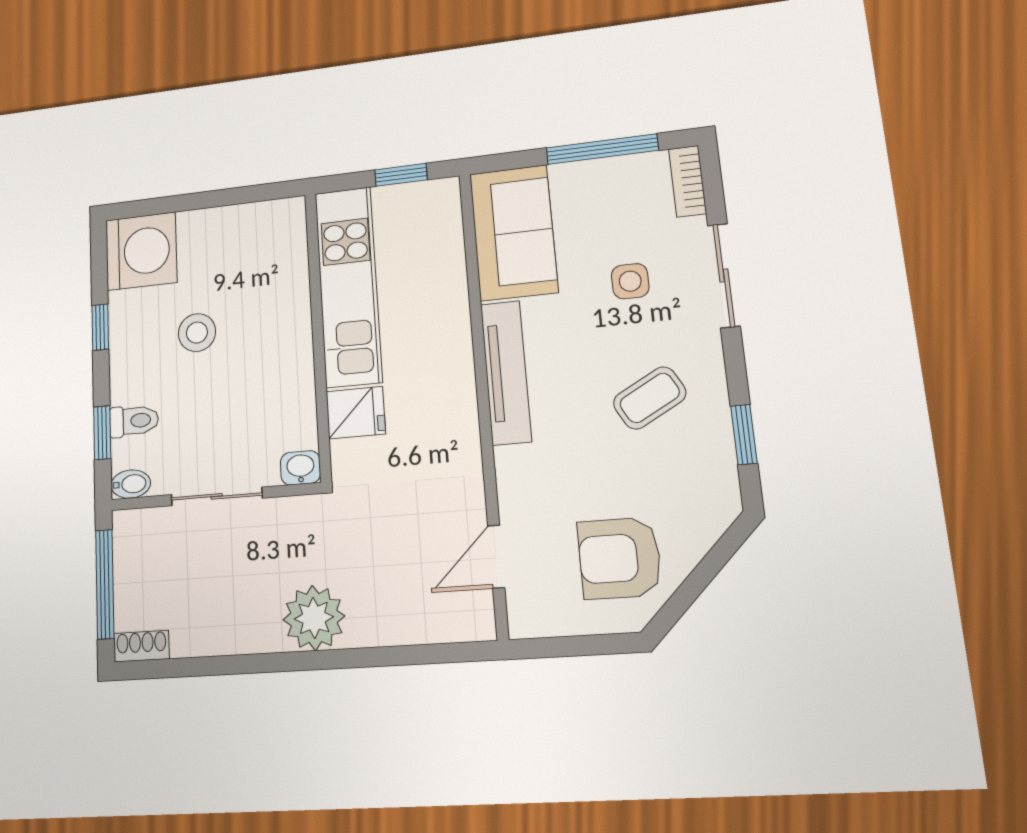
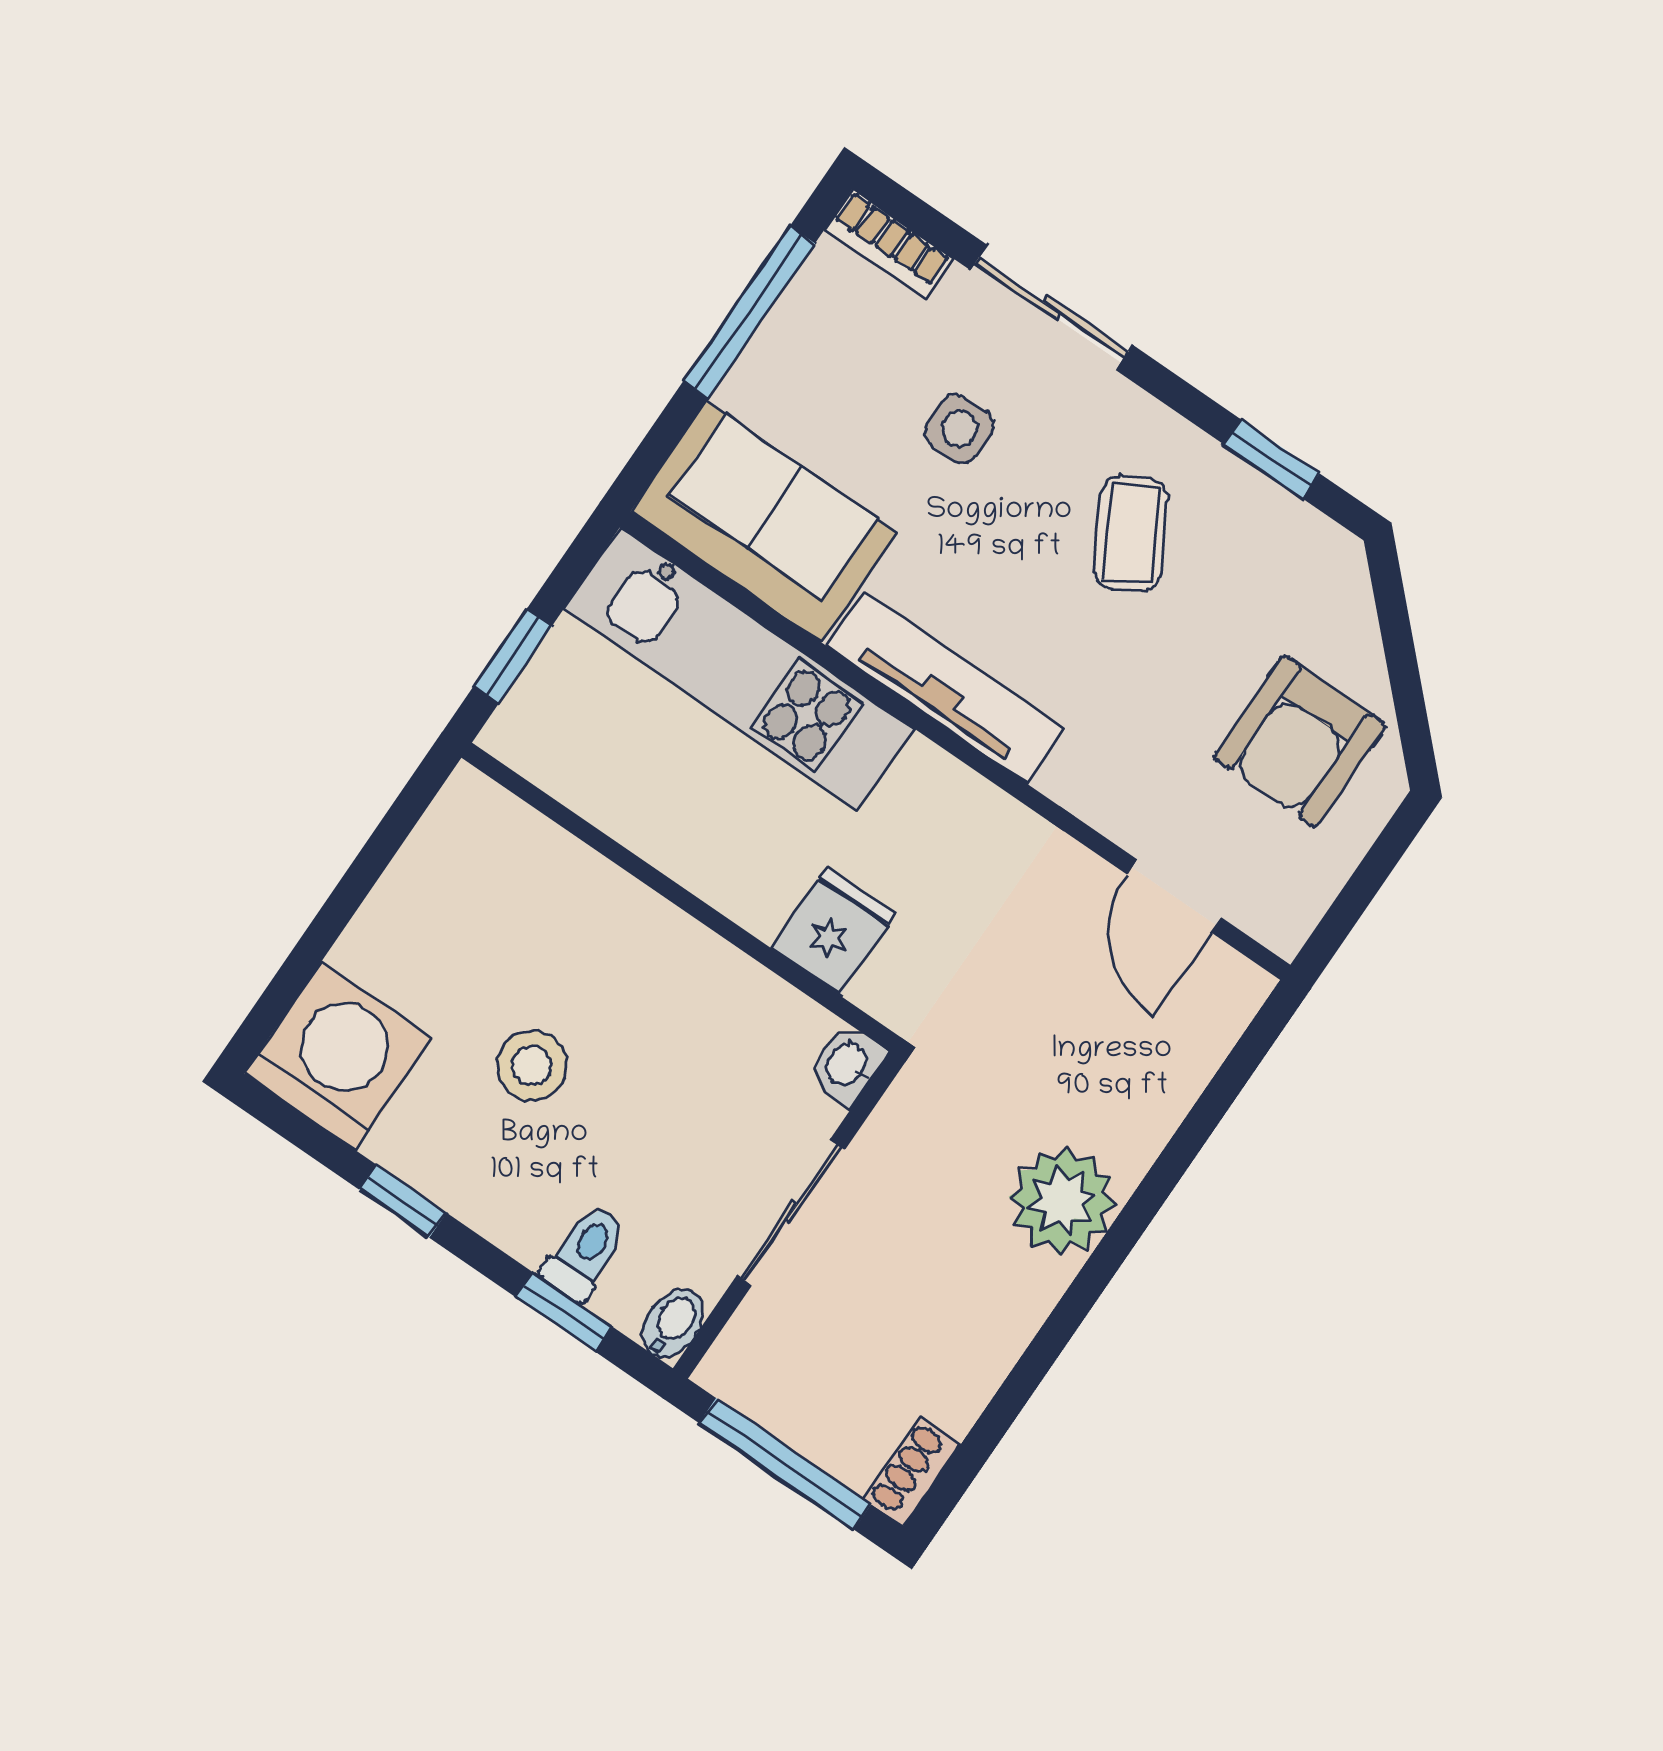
window: (401, 175) -> (513, 656), moved
kitchen unit: (348, 286) -> (739, 669), moved, turned 180

